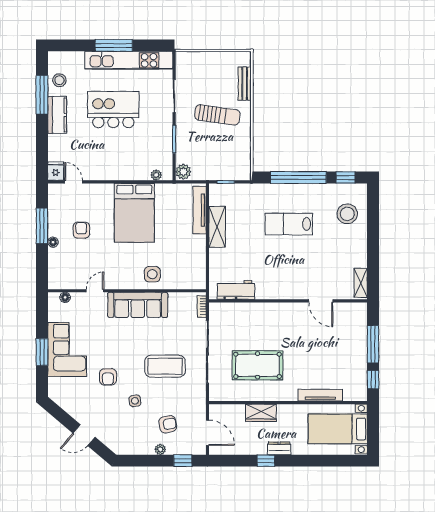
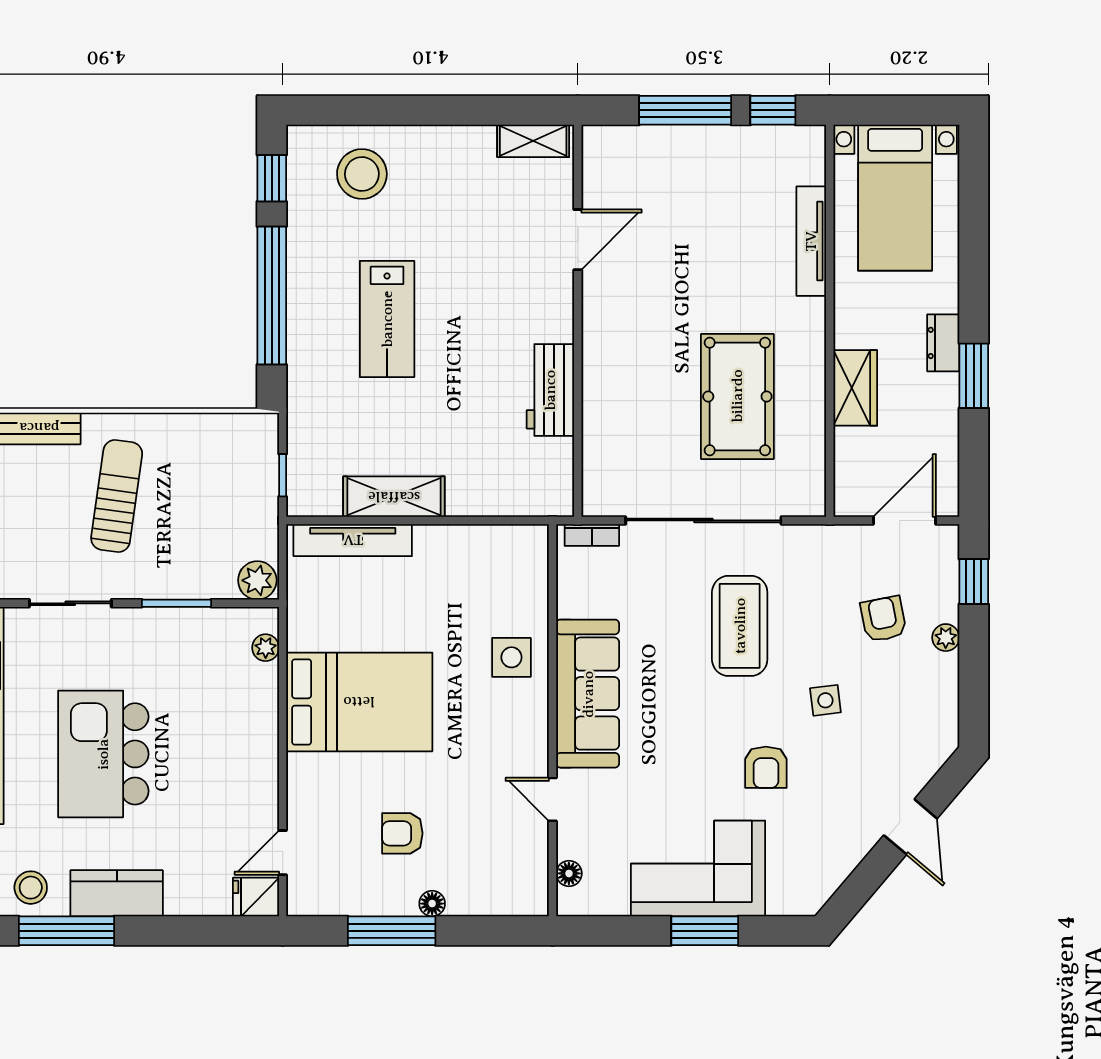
workbench: (236, 290) -> (550, 390), moved
armchair: (108, 377) -> (766, 767), turned 90
window: (266, 461) -> (974, 376), width x1.50

